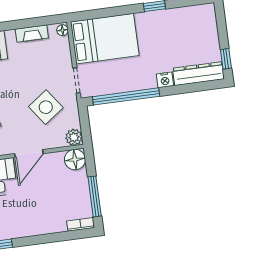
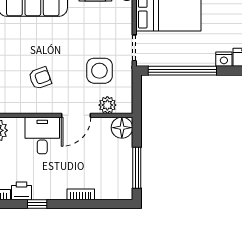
side table: (46, 107) -> (99, 71), turned 36
plant: (74, 137) -> (107, 105), moved
bookcase: (81, 224) -> (81, 194), moved

